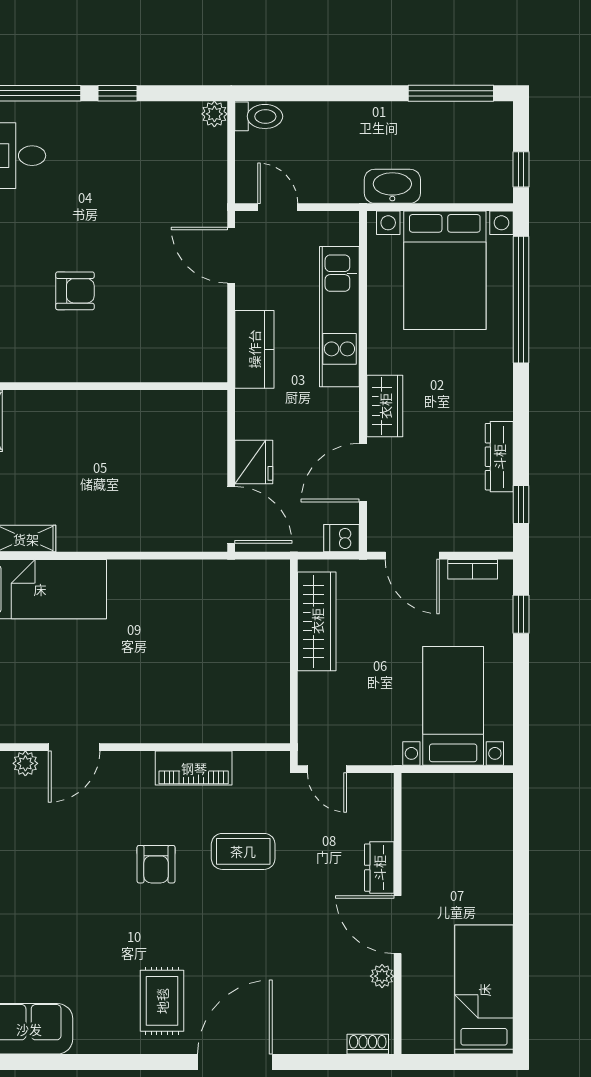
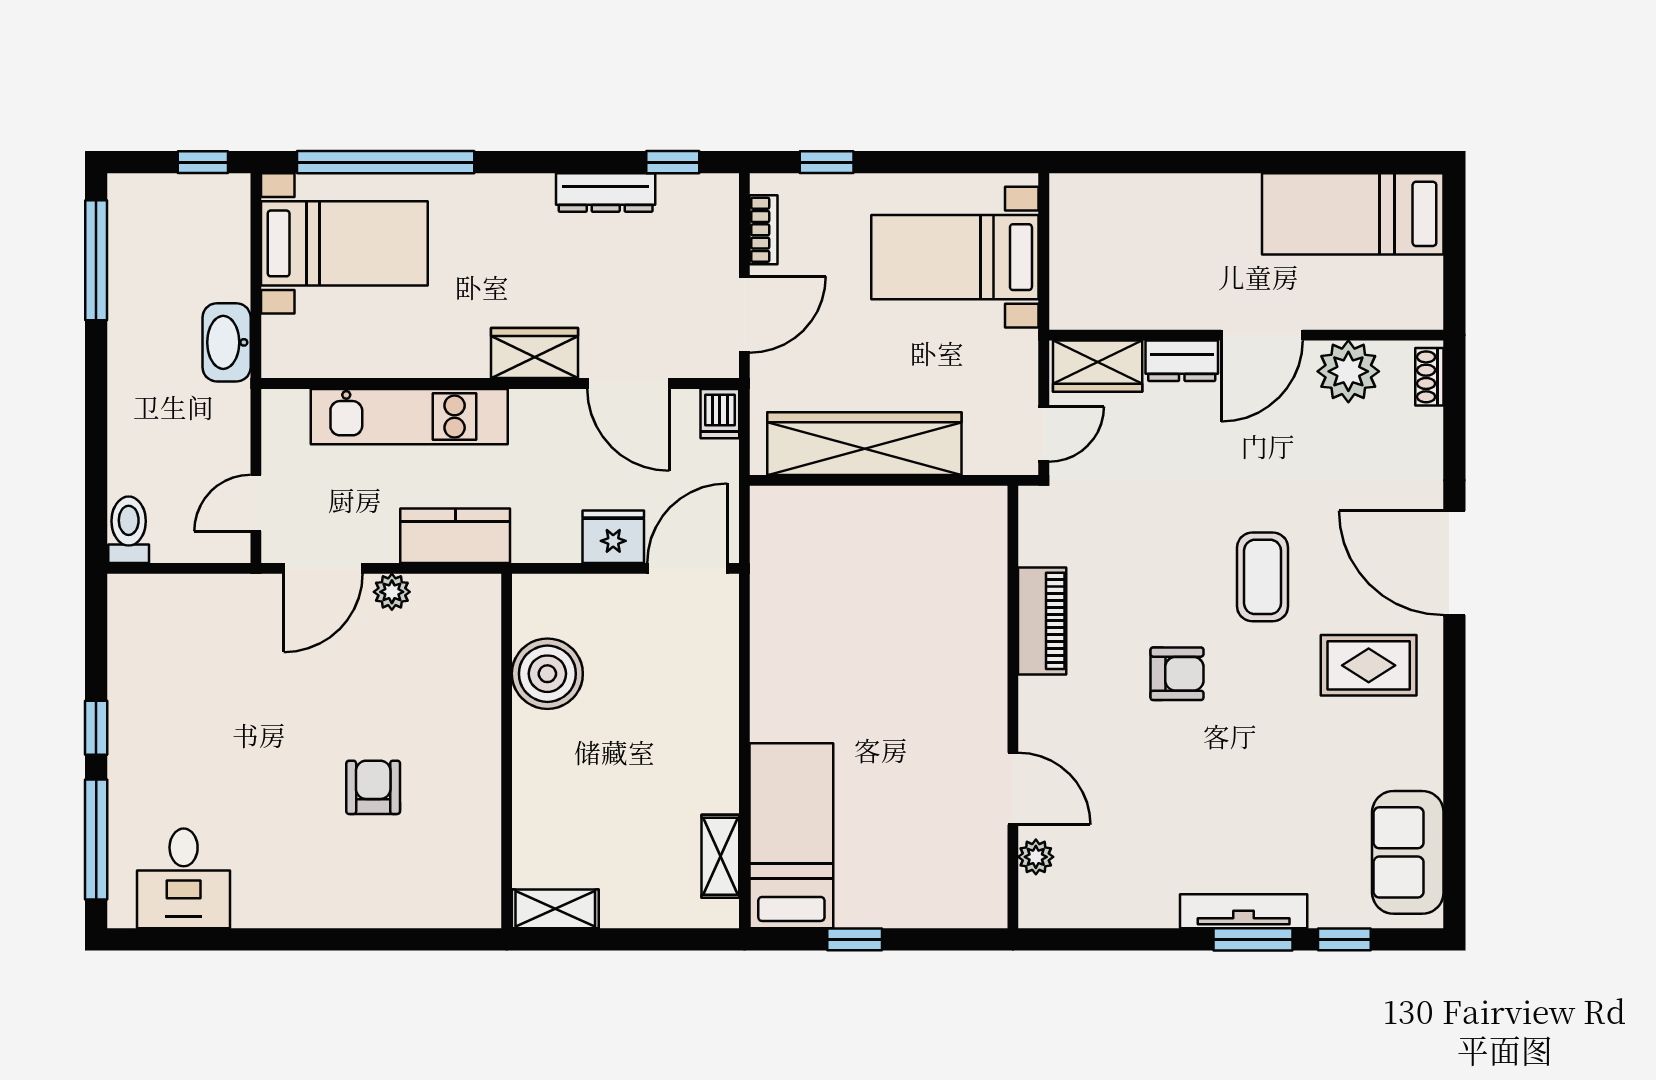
plant: (214, 114) -> (392, 592), moved
bed with nightstands: (445, 270) -> (344, 243), width x0.73
boiler: (156, 415) -> (547, 674), added
wardrobe: (317, 621) -> (864, 444), width x1.40, depth x1.17
wardrobe: (375, 808) -> (1098, 366), added
coffee table: (243, 851) -> (1263, 577), moved
plant: (382, 976) -> (1348, 371), width x1.88, depth x1.88

